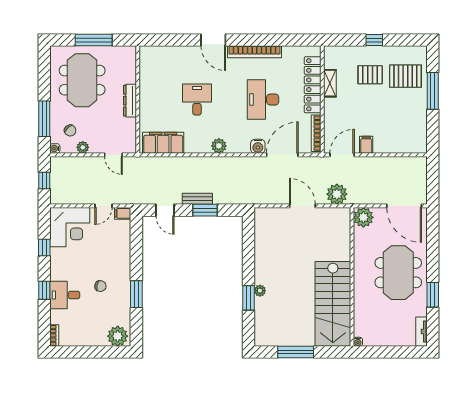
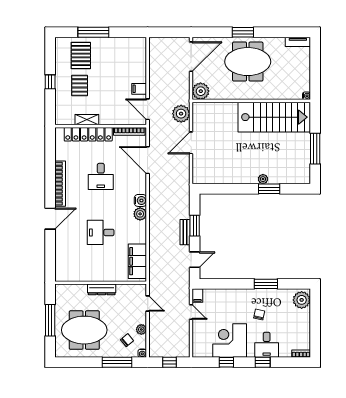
desk: (263, 100) -> (101, 176), width x0.73
water cooler: (258, 146) -> (140, 200), moved
door: (113, 155) -> (148, 303), hinge flipped
corner desk: (70, 227) -> (230, 341), moved, turned -90
window: (433, 295) -> (243, 32), moved

